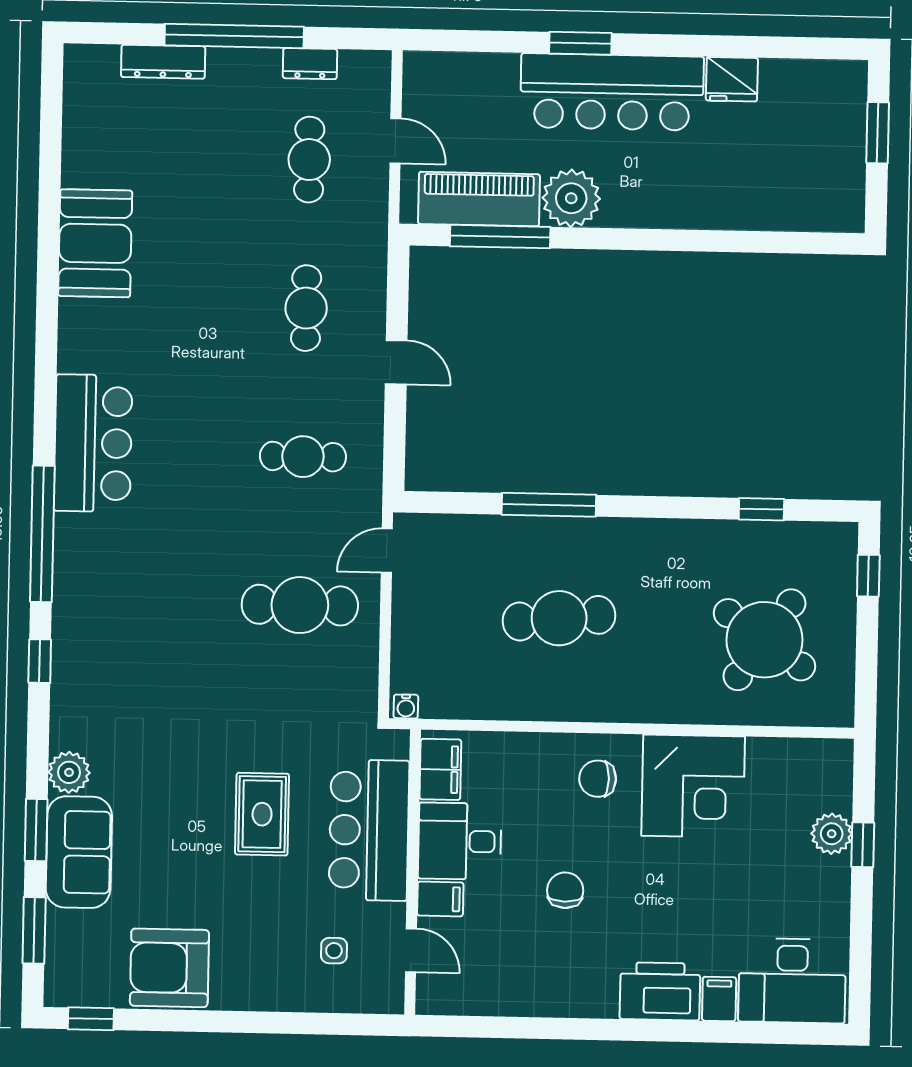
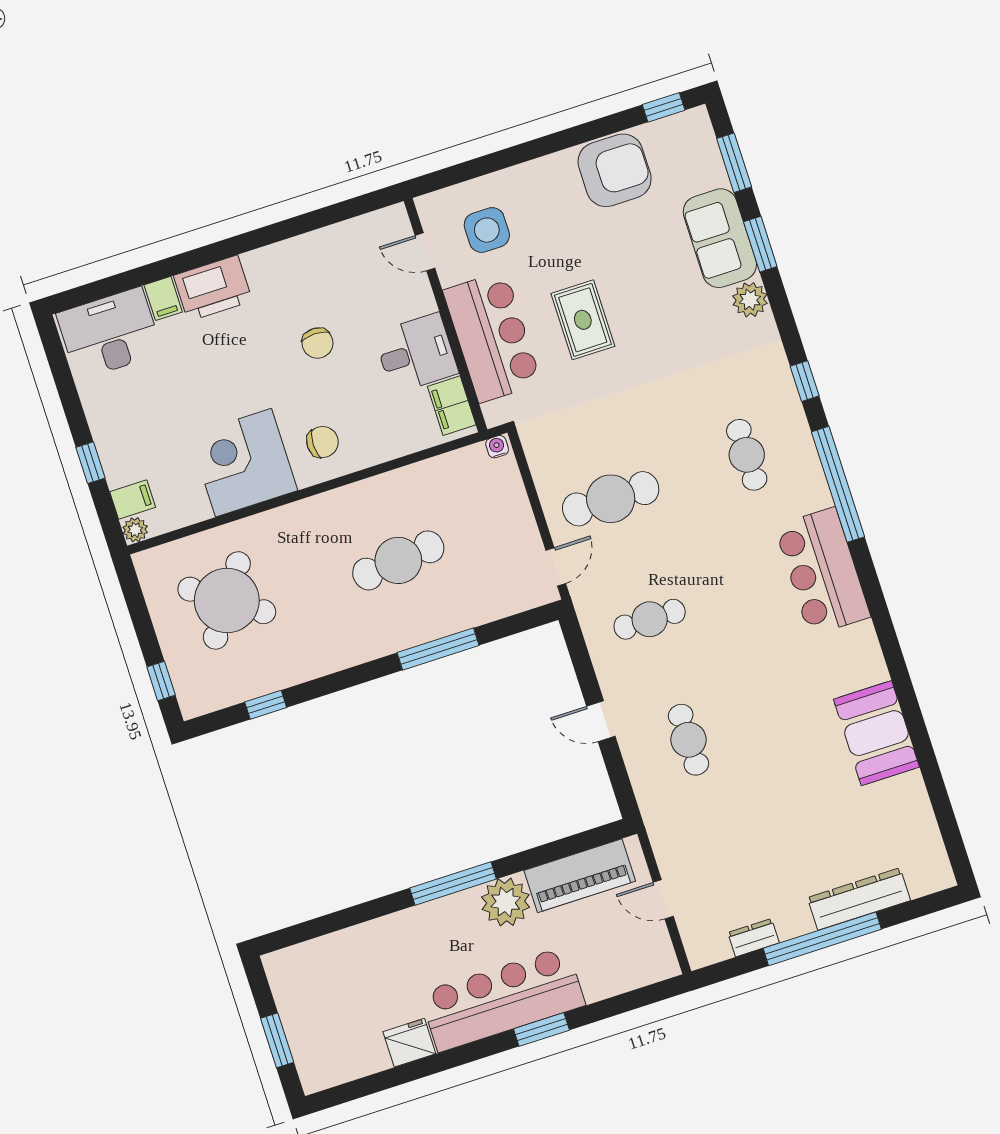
dresser: (163, 62) -> (859, 899), width x1.37, depth x1.24
cafe table: (309, 160) -> (747, 455), moved
window: (500, 237) -> (453, 883), moved
plant: (832, 834) -> (135, 530), moved, width x0.73, depth x0.73
filing cabinet: (440, 899) -> (133, 499), moved, turned 180
side table: (334, 951) -> (487, 230), width x1.87, depth x1.87

